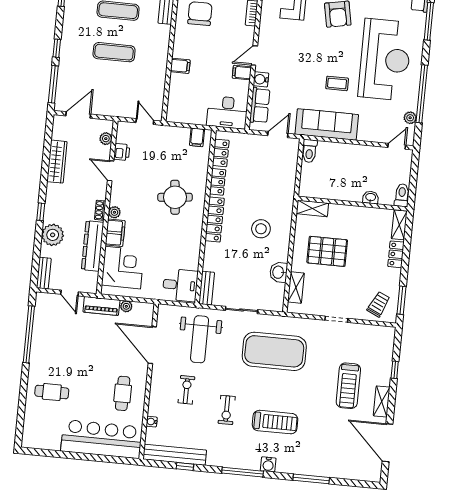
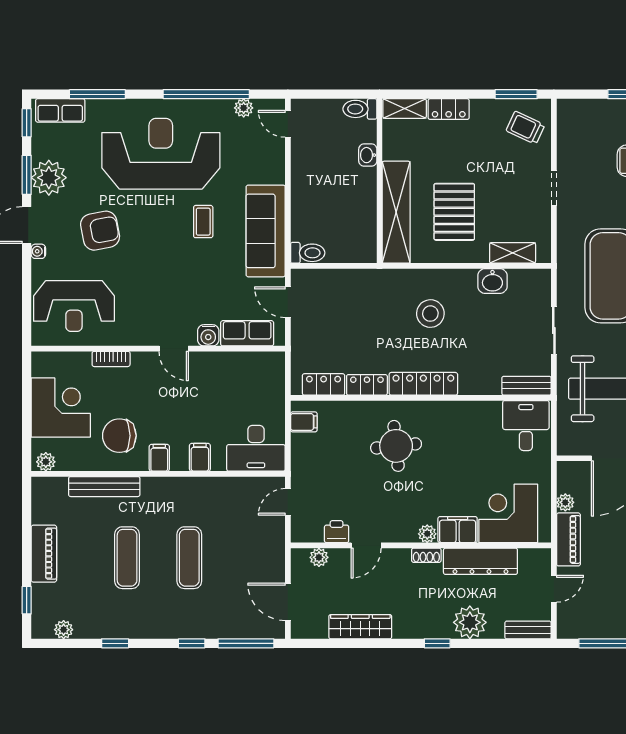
filing cabinet: (242, 73) -> (159, 458), moved, turned 180
desk: (227, 112) -> (256, 448), moved, turned 90
shelving: (312, 208) -> (396, 212), width x2.20, depth x1.33

